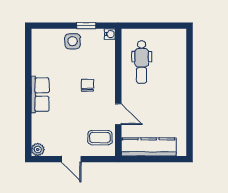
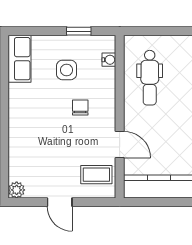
water cooler: (110, 34) -> (109, 60), moved
side table: (73, 41) -> (67, 70), moved
row of seats: (40, 95) -> (20, 59), moved

